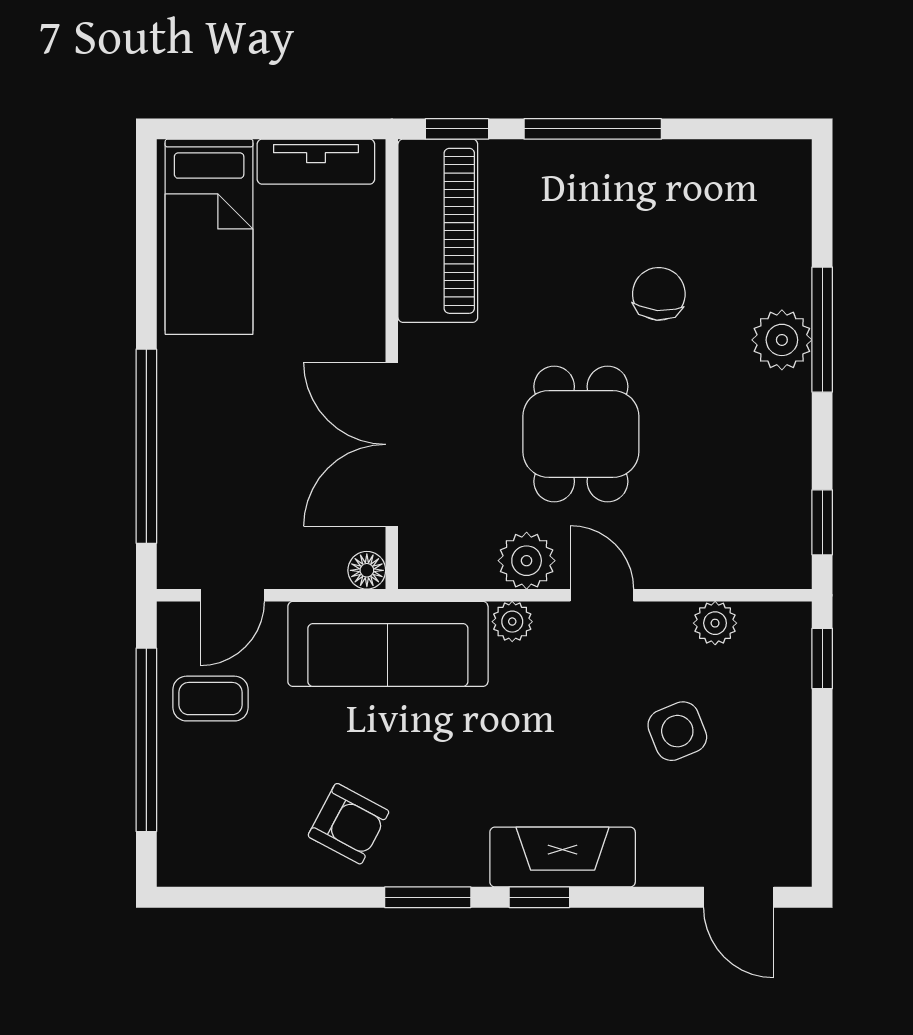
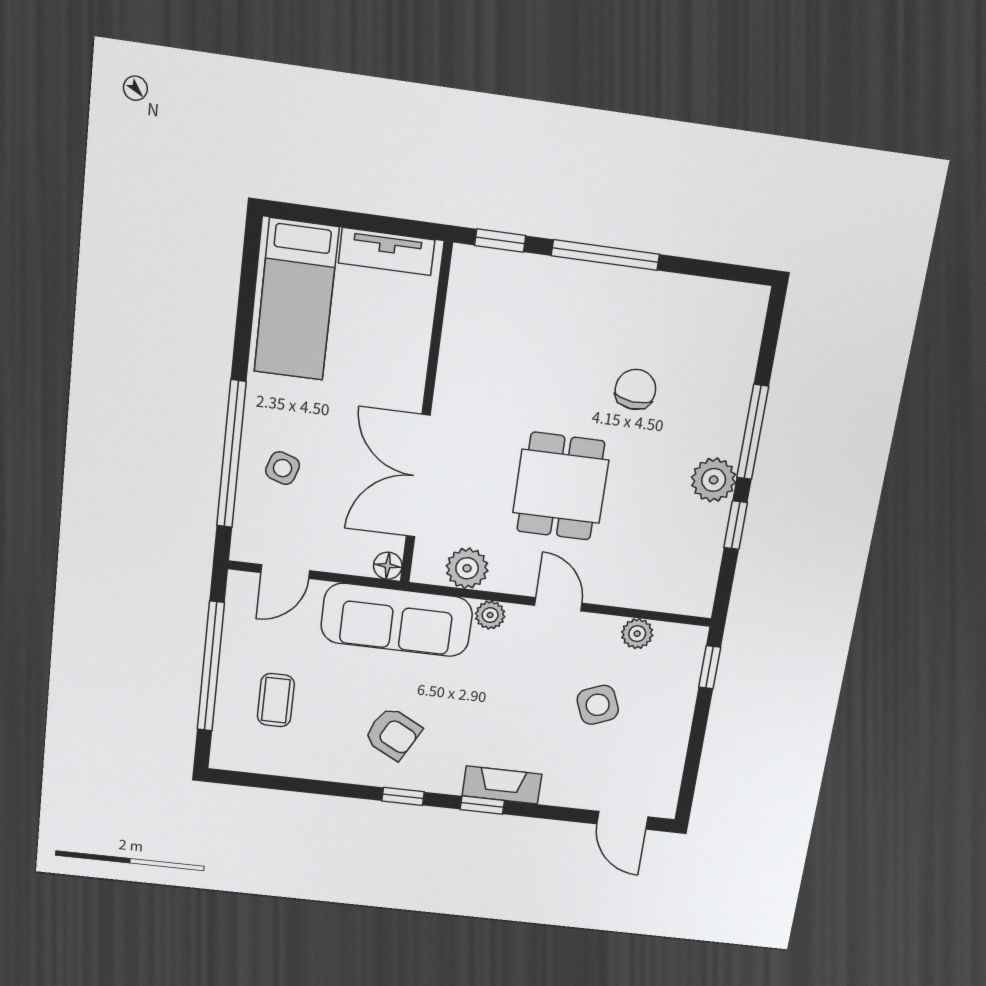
piano: (438, 231) -> (475, 319), removed
plant: (782, 340) -> (714, 480), moved
side table: (214, 456) -> (283, 468), added
window: (822, 522) -> (736, 525), moved
plant: (527, 561) -> (467, 568), moved
coffee table: (211, 699) -> (276, 700), moved, turned 90
armchair: (348, 824) -> (393, 734), moved
fireplace: (563, 857) -> (502, 785), width x0.73, depth x0.76
window: (428, 897) -> (403, 796), width x0.67

